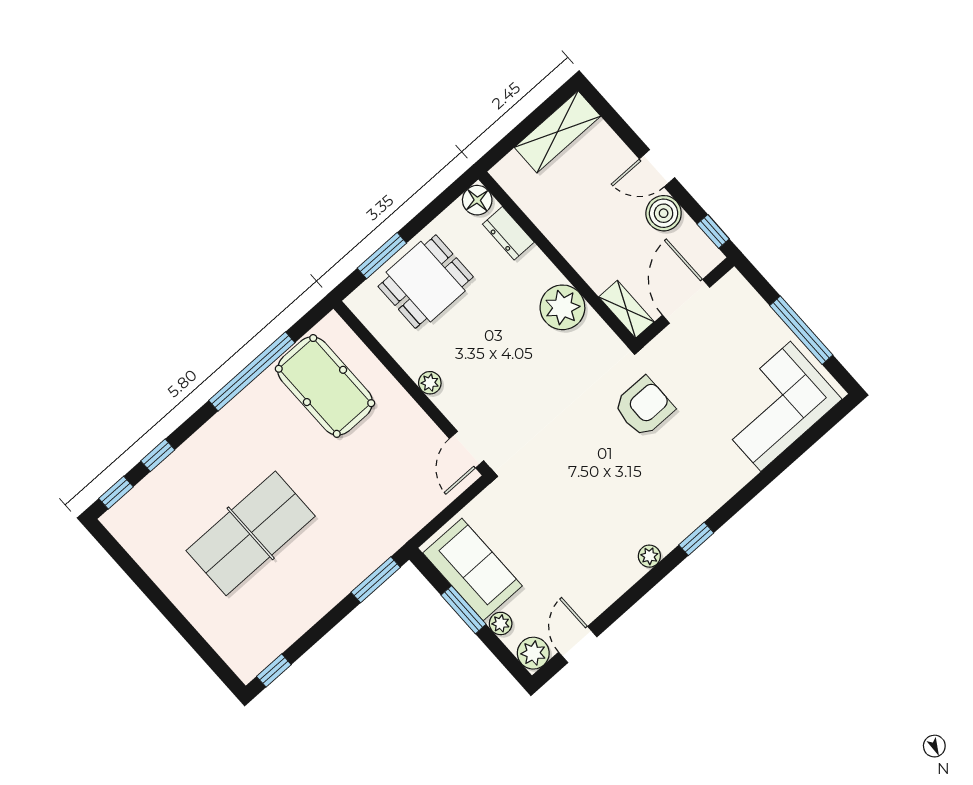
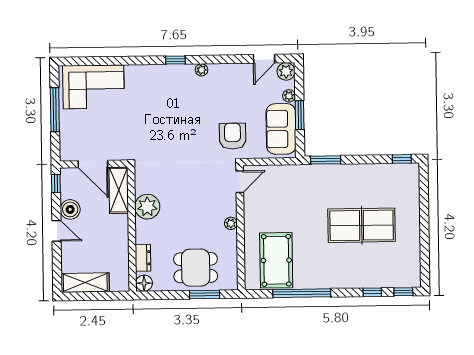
door: (686, 301) -> (93, 164), hinge flipped
shelving: (626, 309) -> (119, 190), width x1.50, depth x1.33
armchair: (644, 407) -> (233, 136), moved, turned 90

